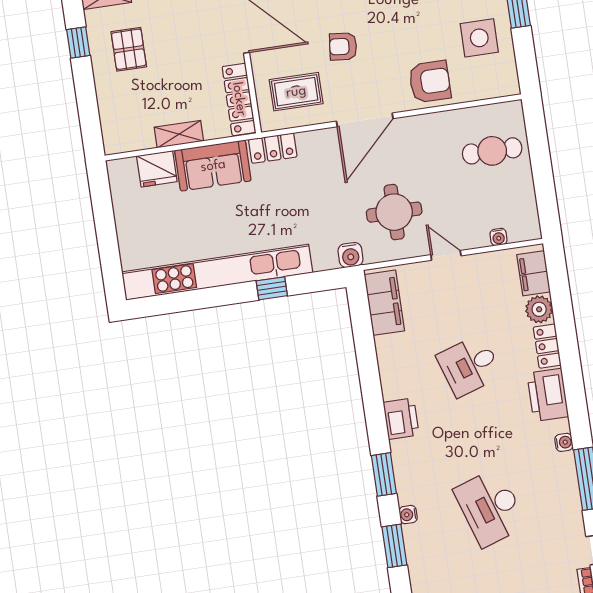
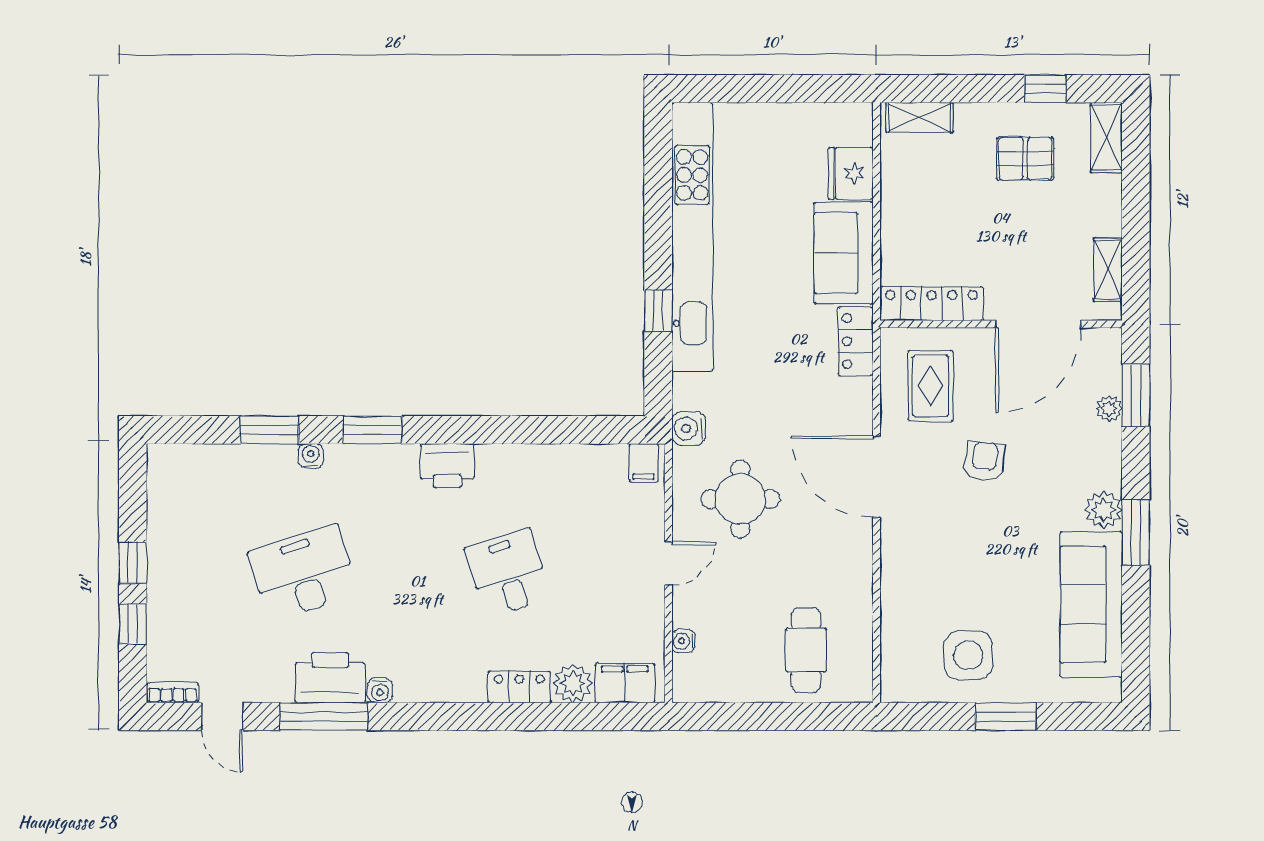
armchair: (430, 82) -> (917, 576), removed
shelving: (179, 134) -> (920, 117), moved, turned 90
filing cabinet: (384, 303) -> (644, 463), width x0.33, depth x0.86
printer: (548, 395) -> (330, 678), moved

